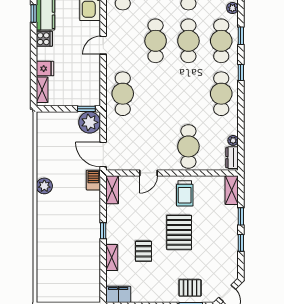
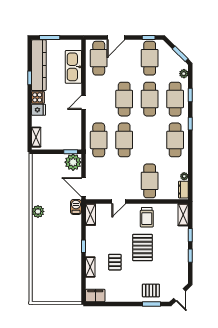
fridge: (45, 69) -> (39, 110), moved
cafe table: (156, 94) -> (124, 140), added

